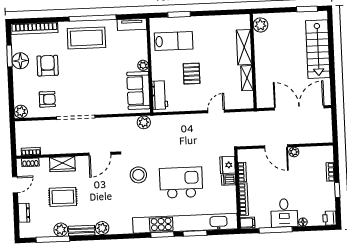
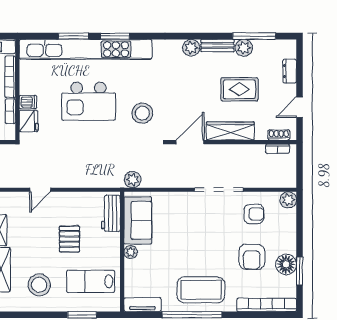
stool: (214, 37) -> (39, 285), added
armchair: (47, 99) -> (254, 214), turned 180
wardrobe: (62, 164) -> (230, 131), width x1.50

